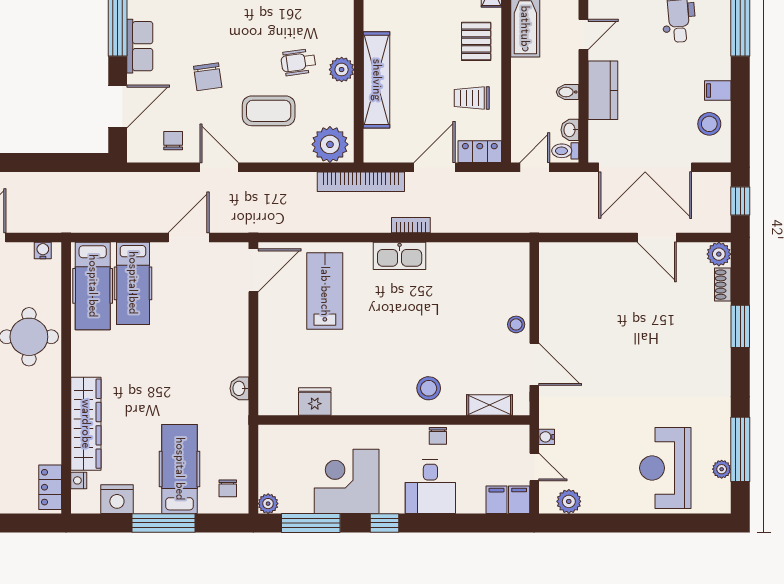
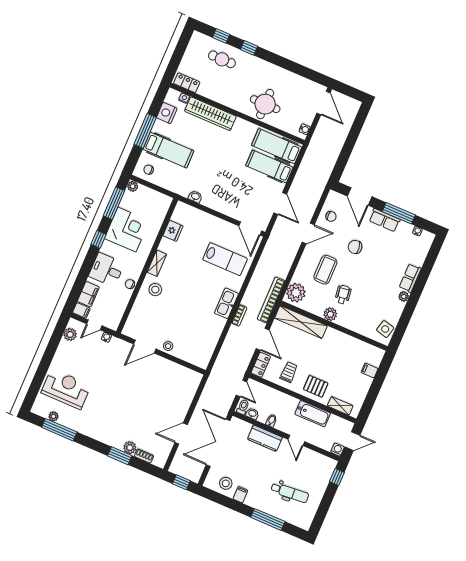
shelving: (377, 80) -> (301, 322), moved
plant: (719, 254) -> (130, 448), moved
shelving: (490, 405) -> (157, 263), moved
filing cabinet: (496, 500) -> (88, 294), width x2.00

